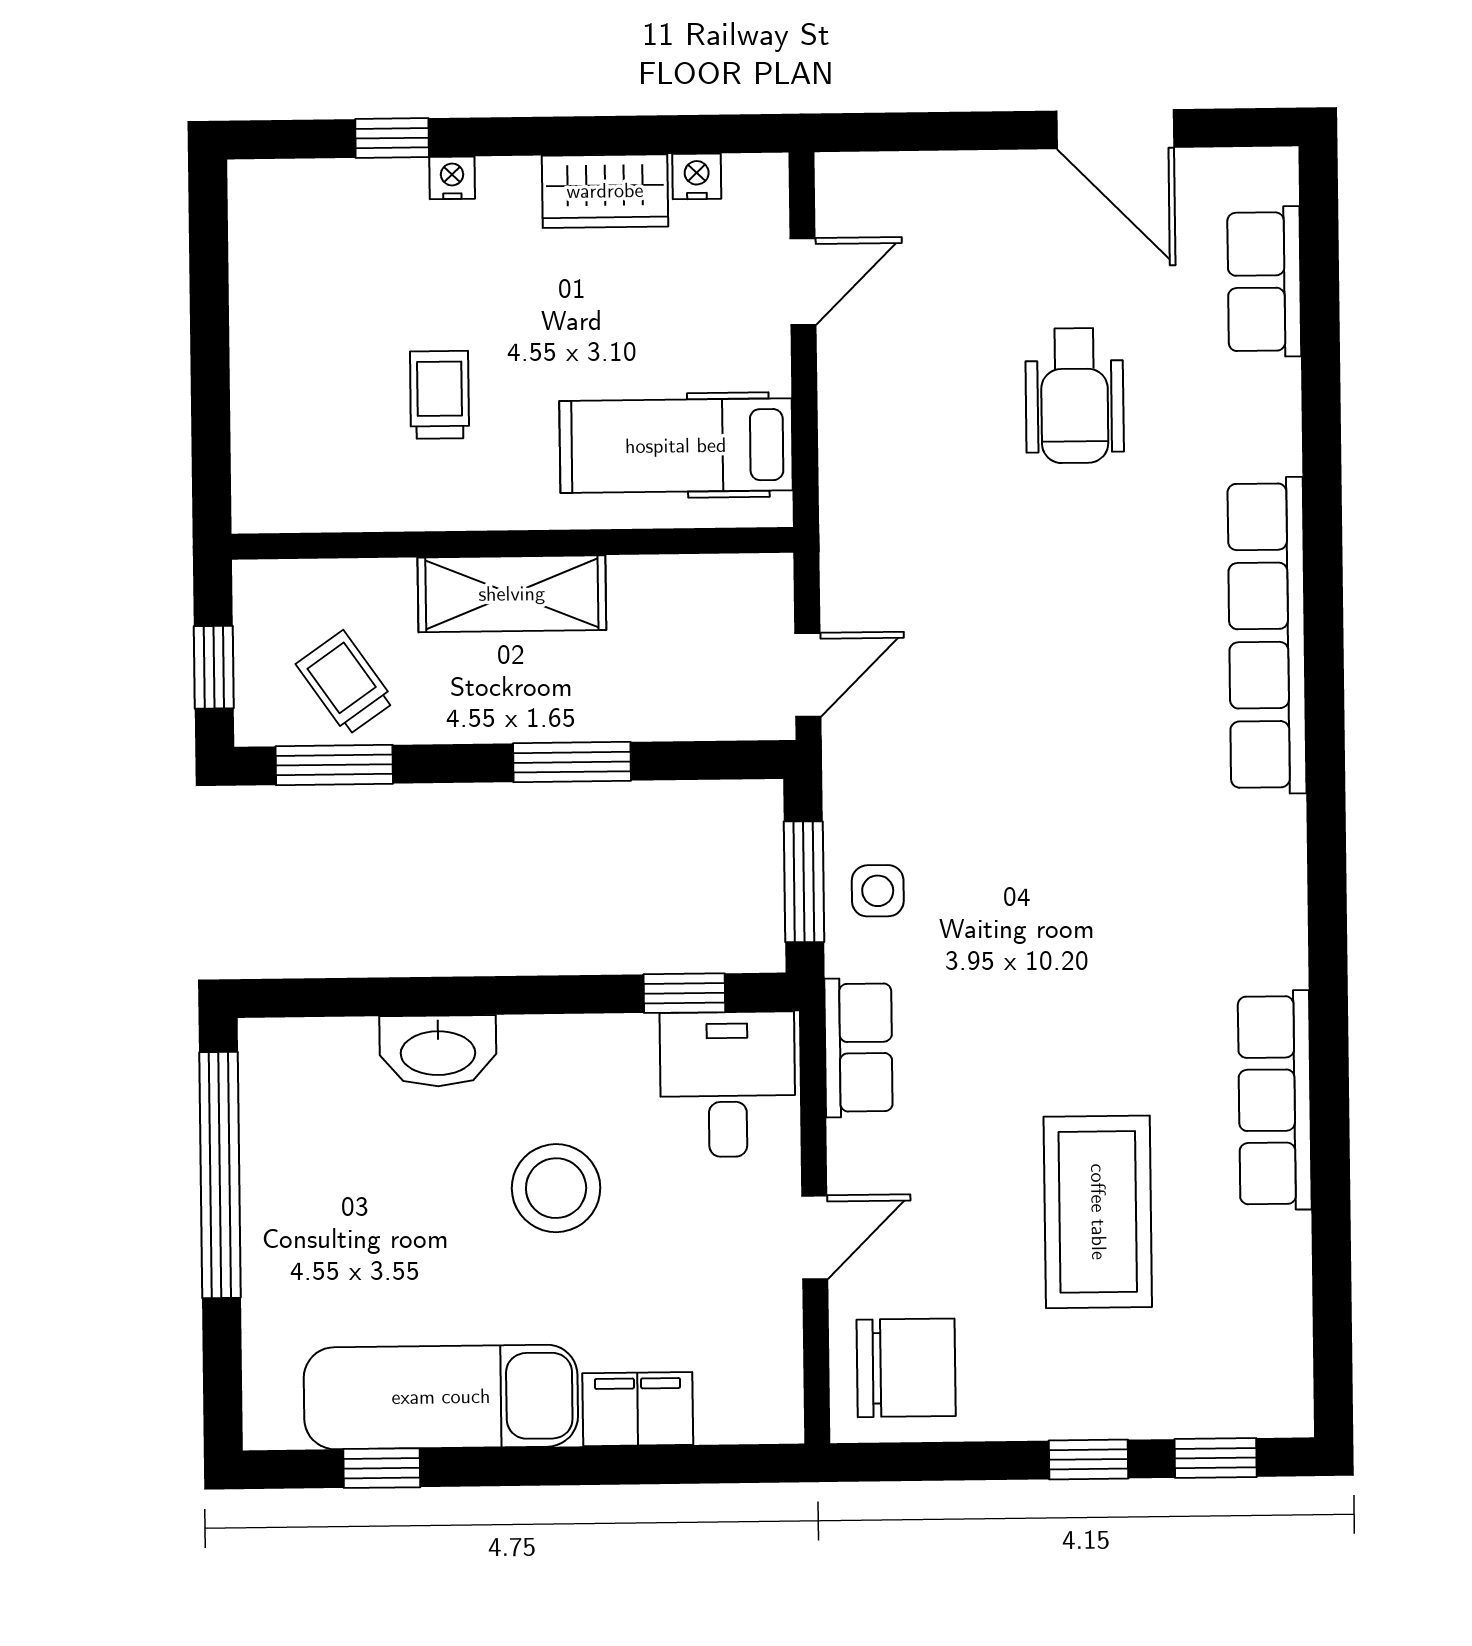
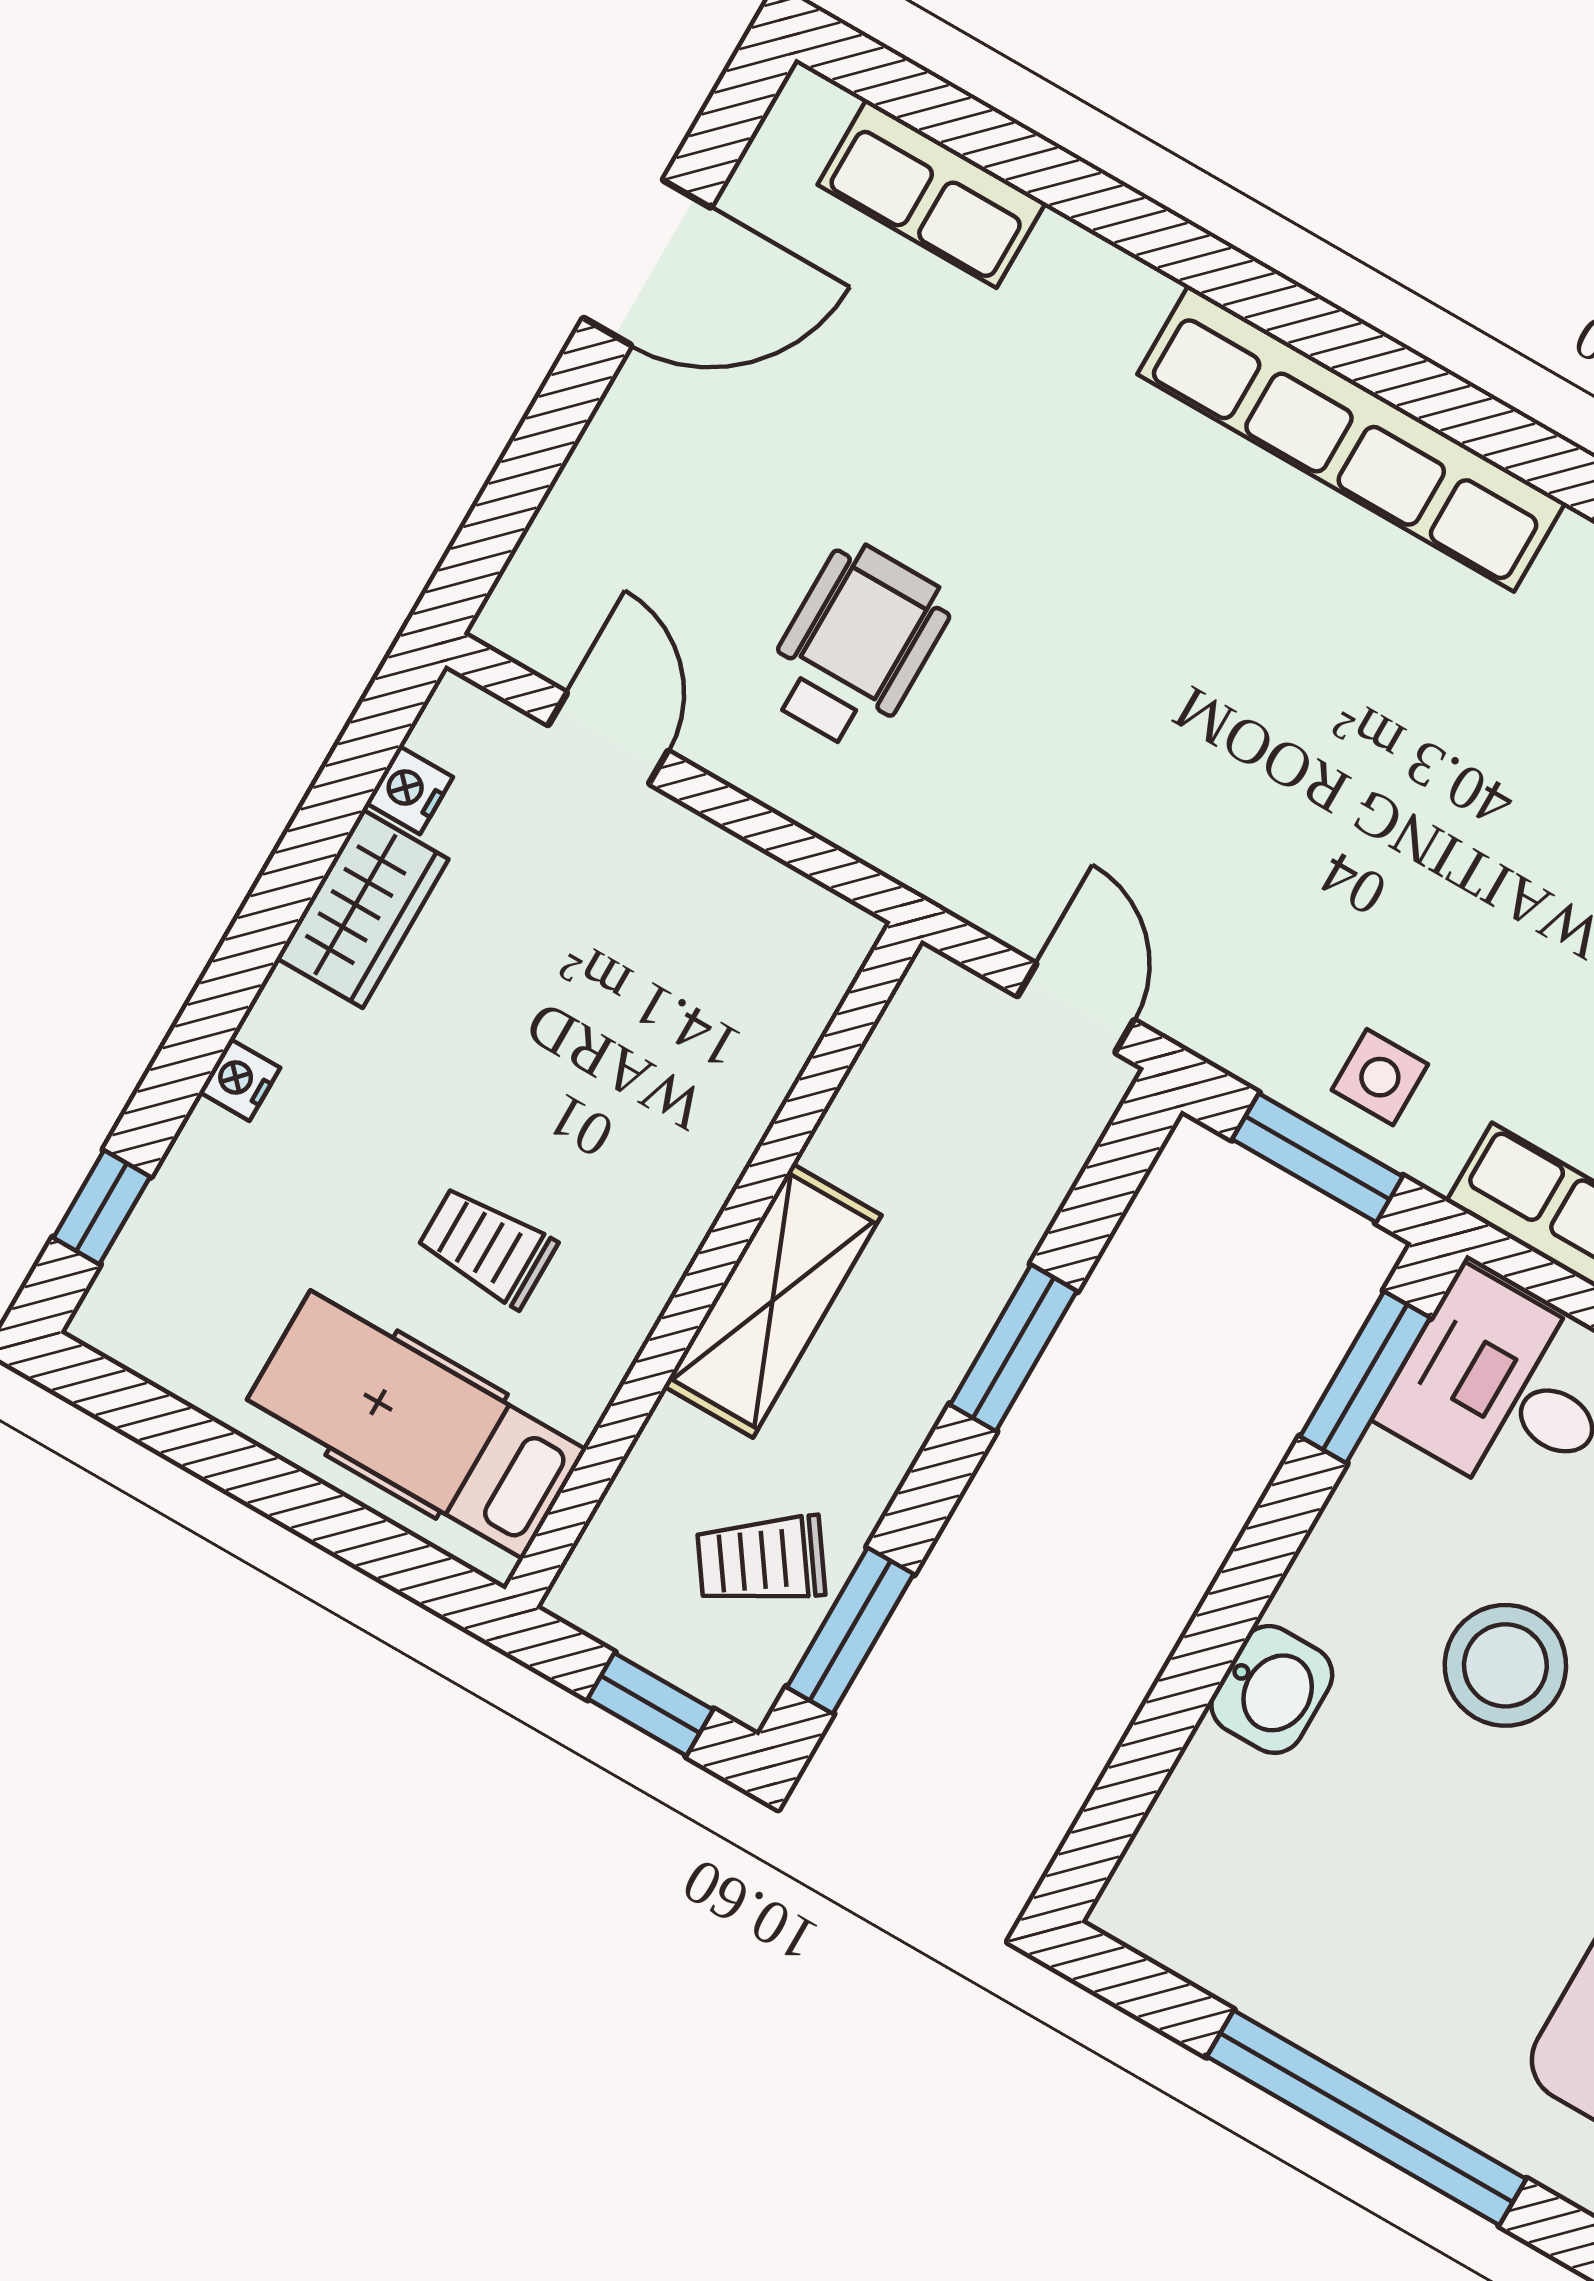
window: (392, 138) -> (102, 1207), moved
wheelchair: (1075, 396) -> (856, 646), moved, turned -90
hospital bed: (676, 446) -> (417, 1425), moved, turned 90
window: (684, 993) -> (1365, 1377), width x1.50
washbasin: (438, 1051) -> (1272, 1689), width x0.72
window: (220, 1175) -> (1367, 2118), moved

